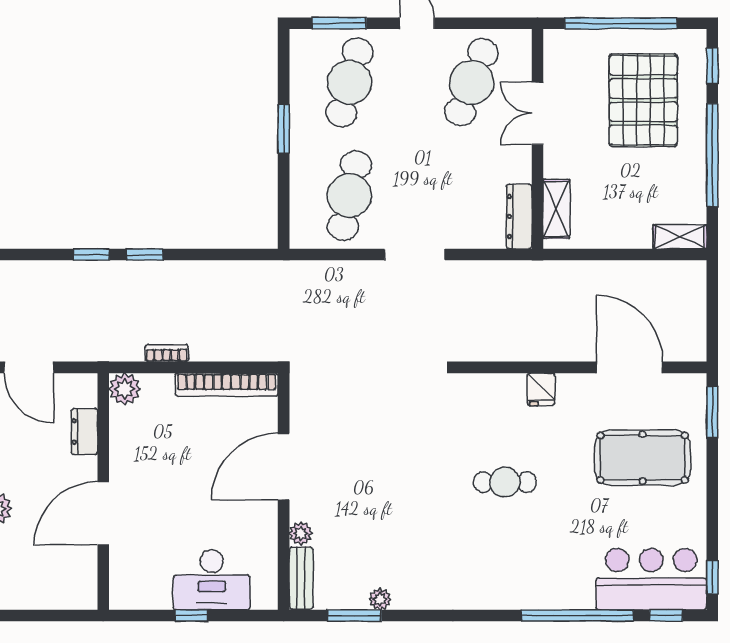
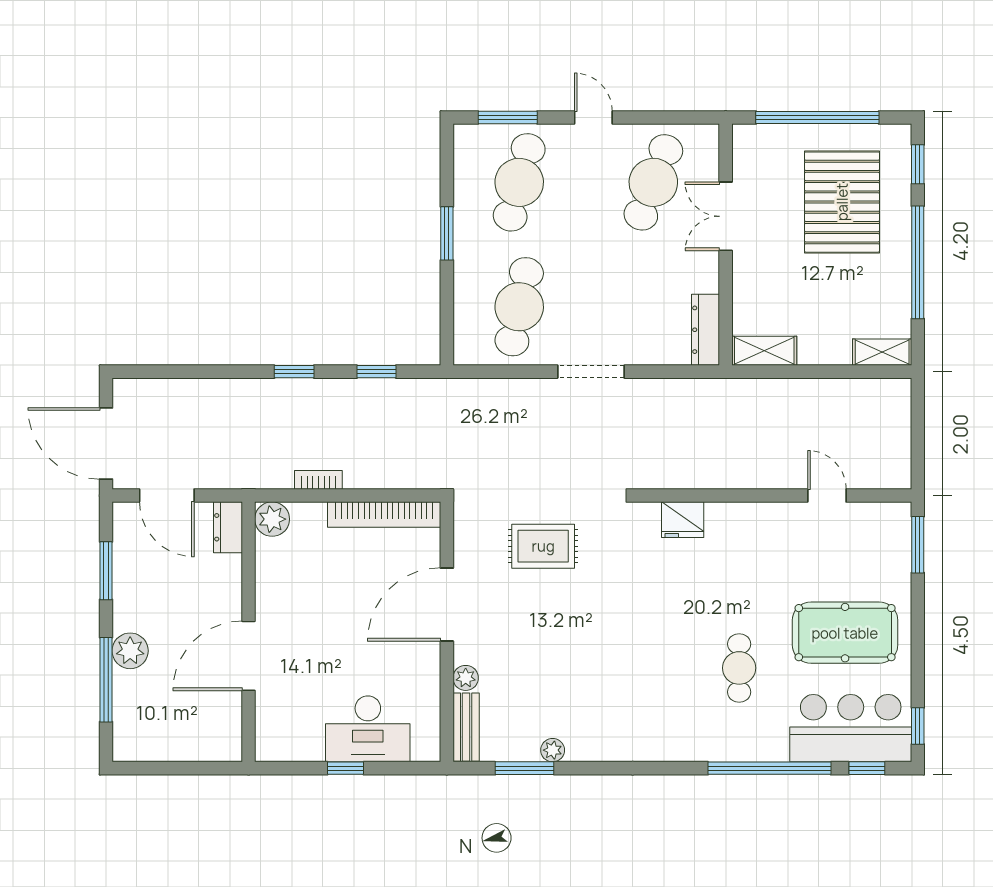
shelving: (556, 209) -> (764, 351), moved, turned 90
window: (91, 255) -> (376, 372), moved
door: (630, 367) -> (827, 496), width x0.53
fridge: (541, 389) -> (683, 520), moved, width x1.38
rug: (371, 413) -> (543, 546), added
dresser: (84, 431) -> (228, 527), moved
pool table: (643, 458) -> (845, 633), moved
cafe table: (505, 482) -> (739, 668), moved, turned 90

